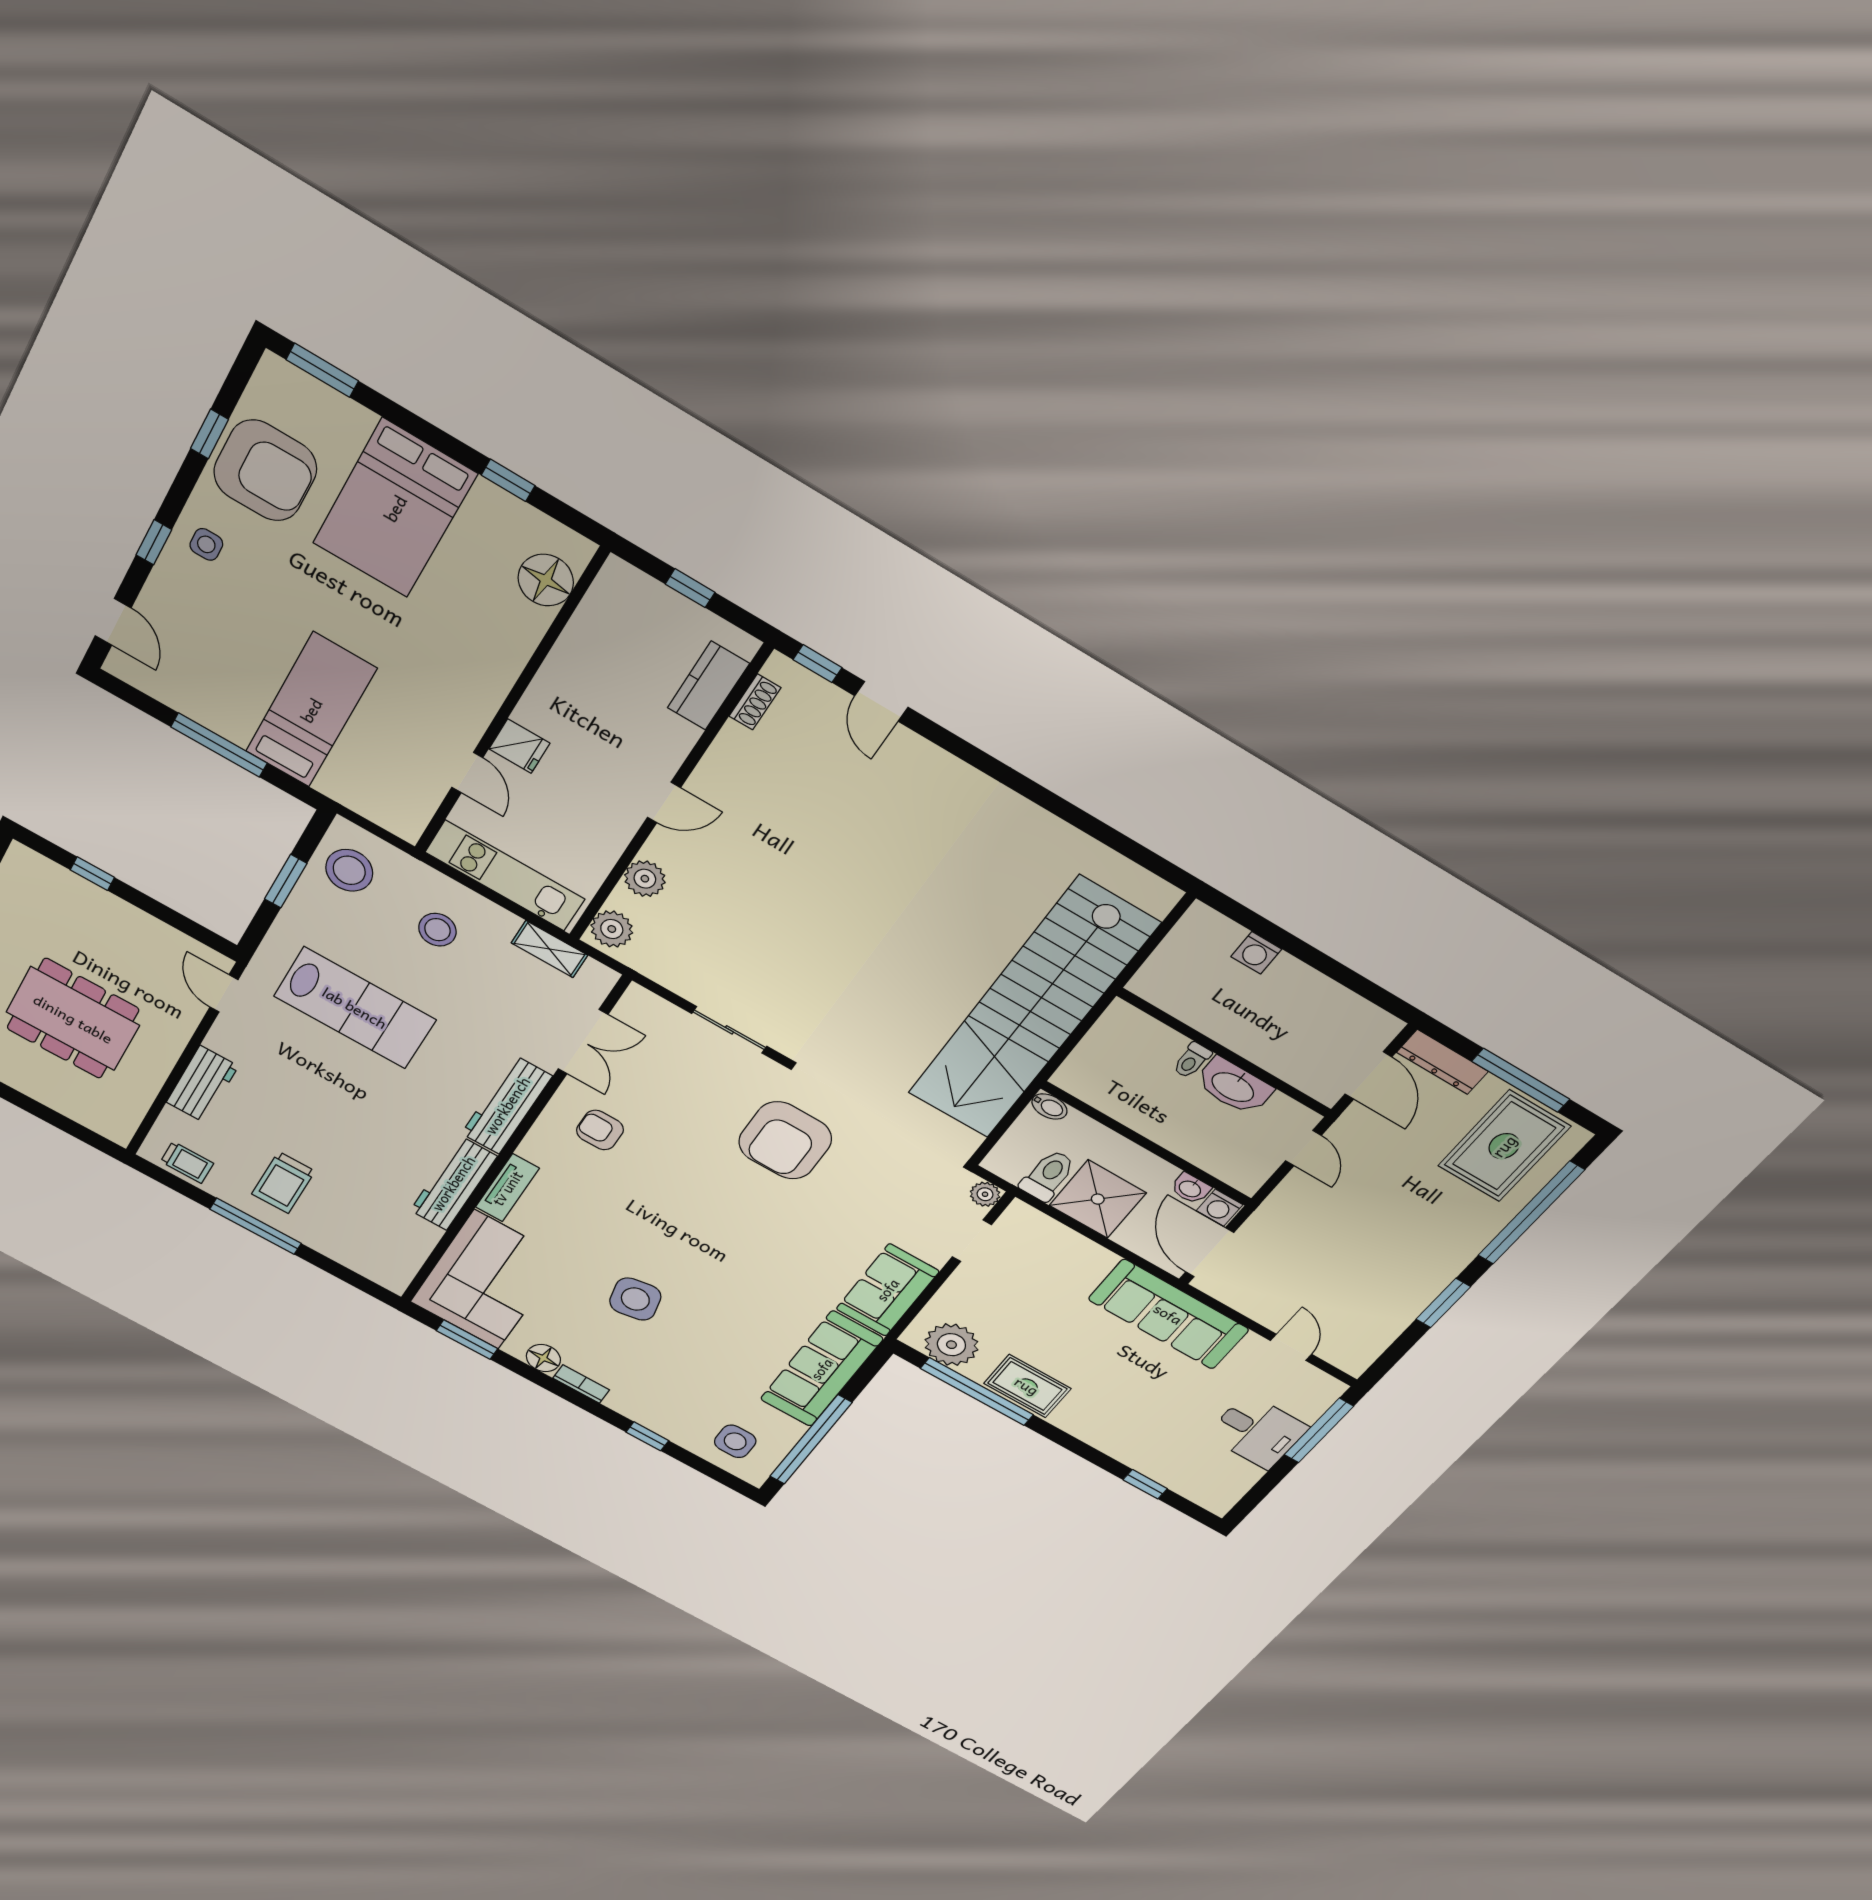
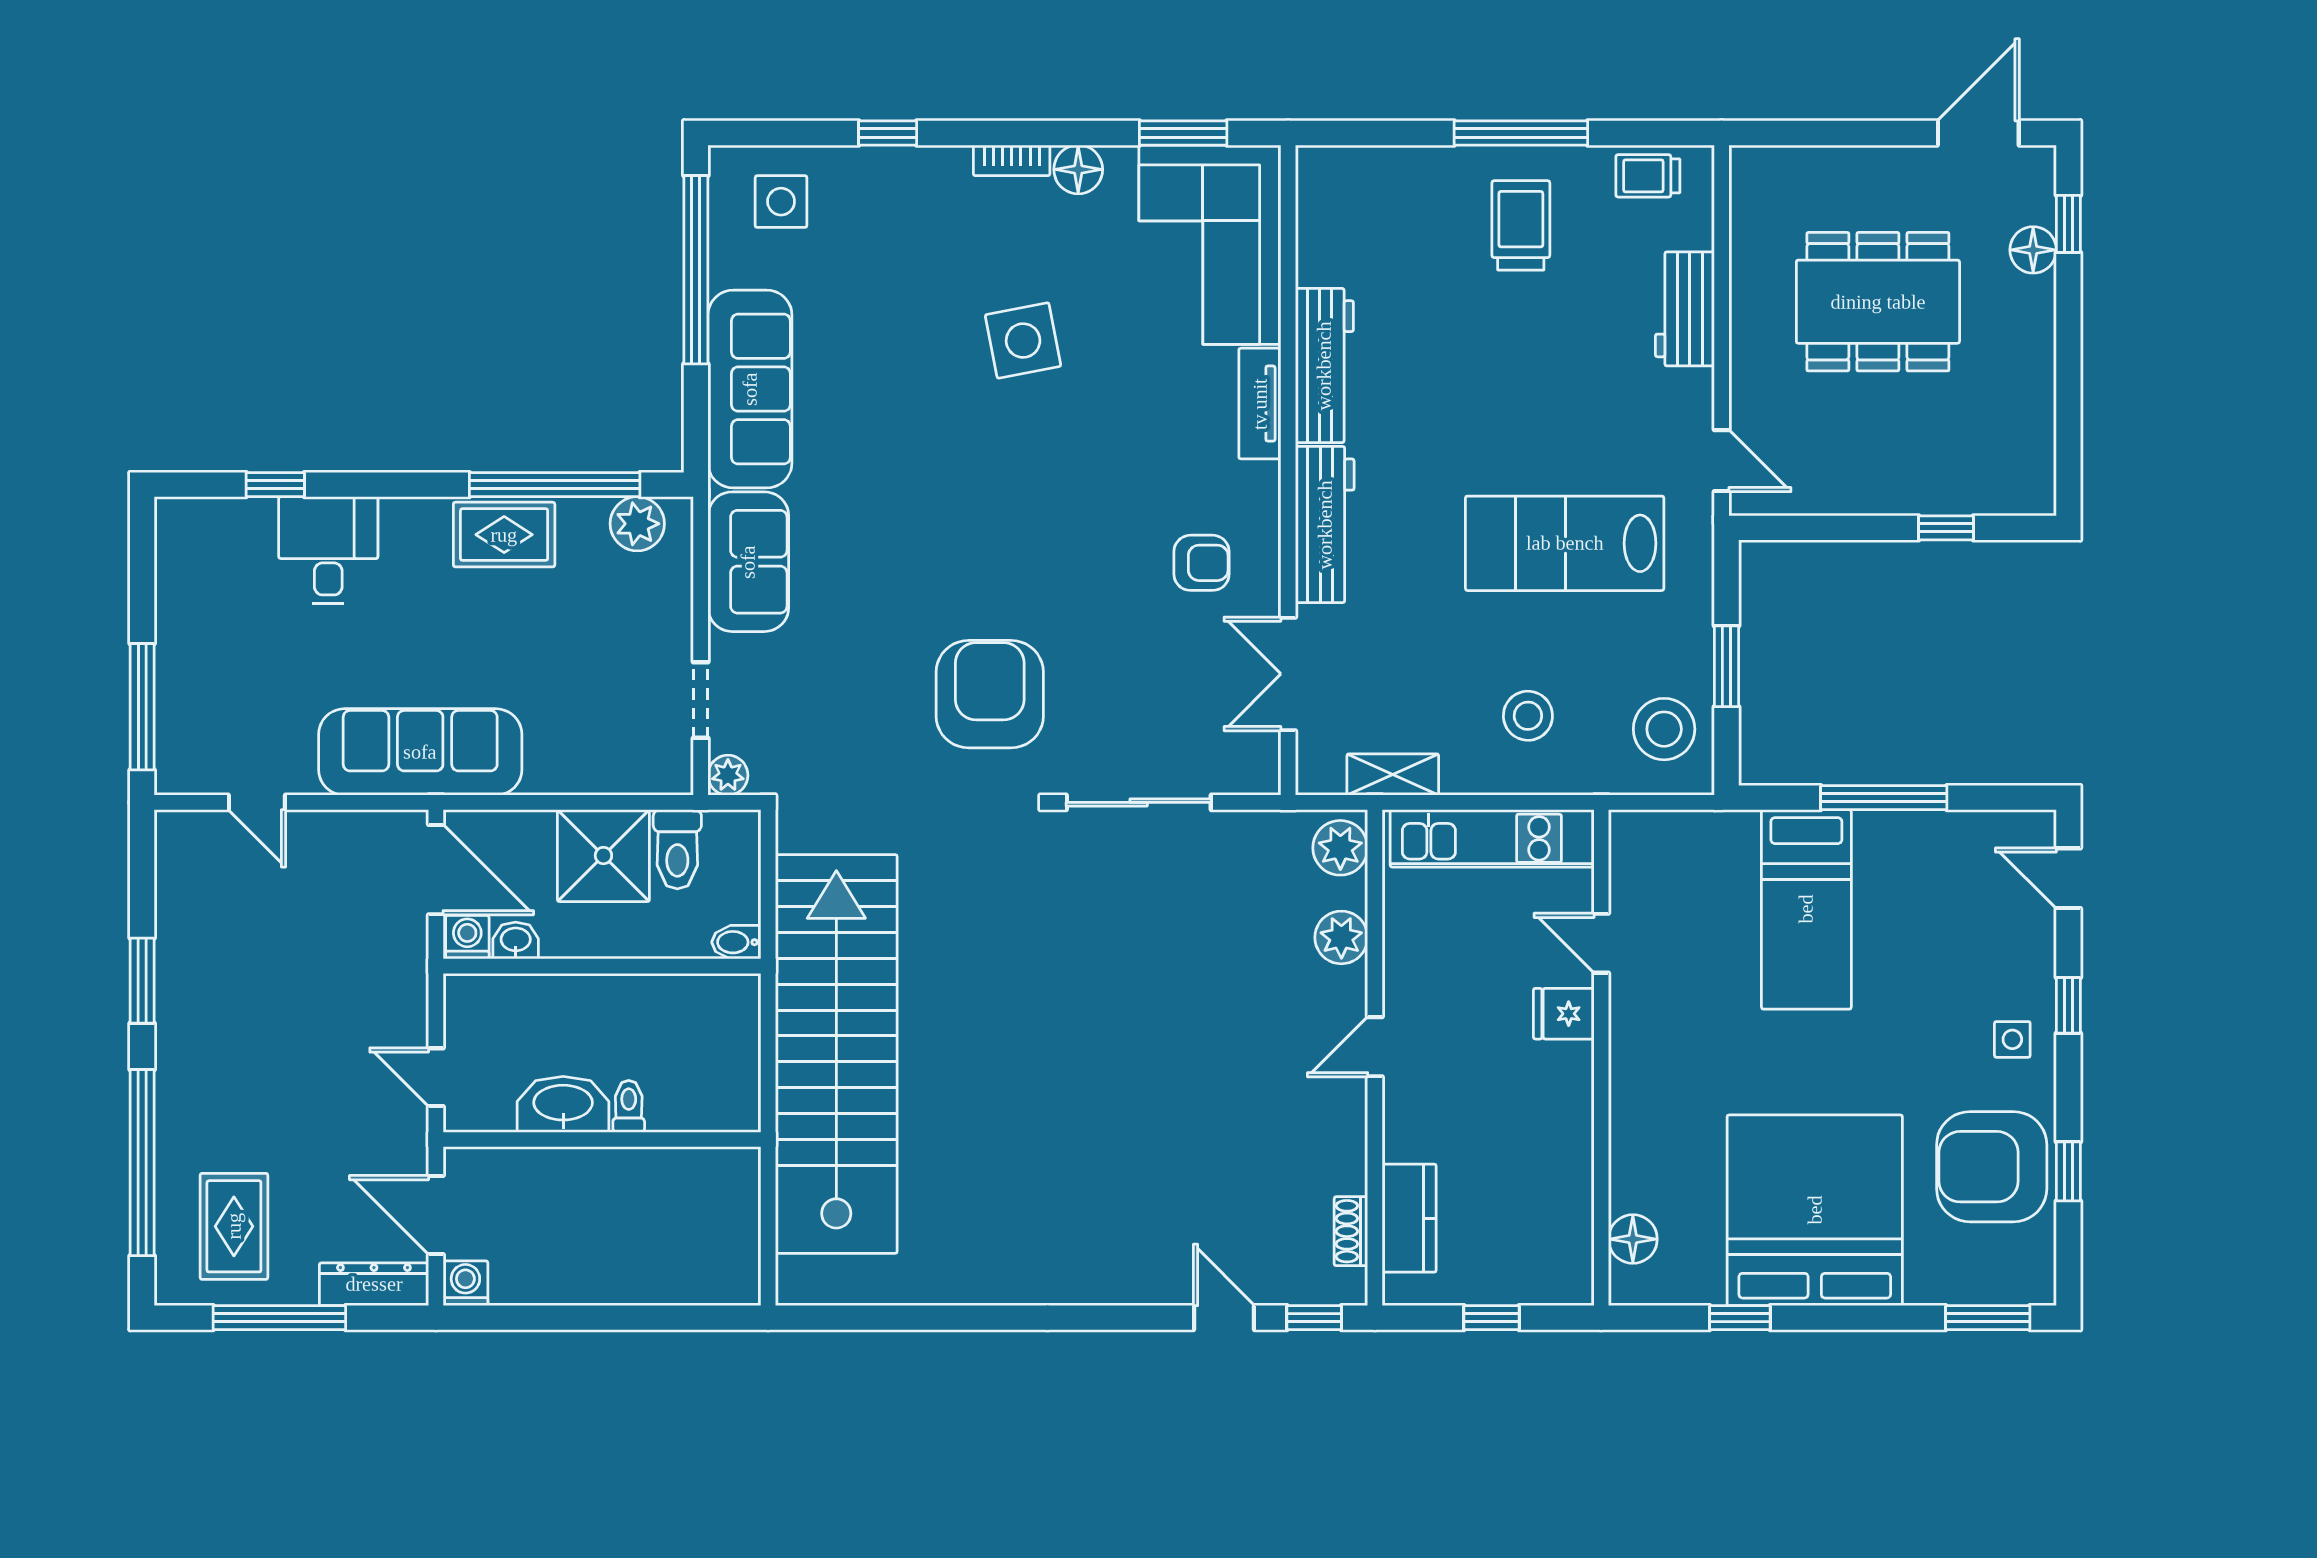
bed: (395, 508) -> (1815, 1210), width x1.36
floor lamp: (546, 580) -> (1633, 1239), width x0.73, depth x0.73
washing machine: (1256, 953) -> (465, 1283), moved
sliding door: (729, 1030) -> (1139, 802), width x1.37
rug: (1504, 1146) -> (234, 1226), width x0.73, depth x0.70
plant: (951, 1345) -> (637, 524), width x0.73, depth x0.73
desk: (1257, 1431) -> (328, 550), moved, turned 90

